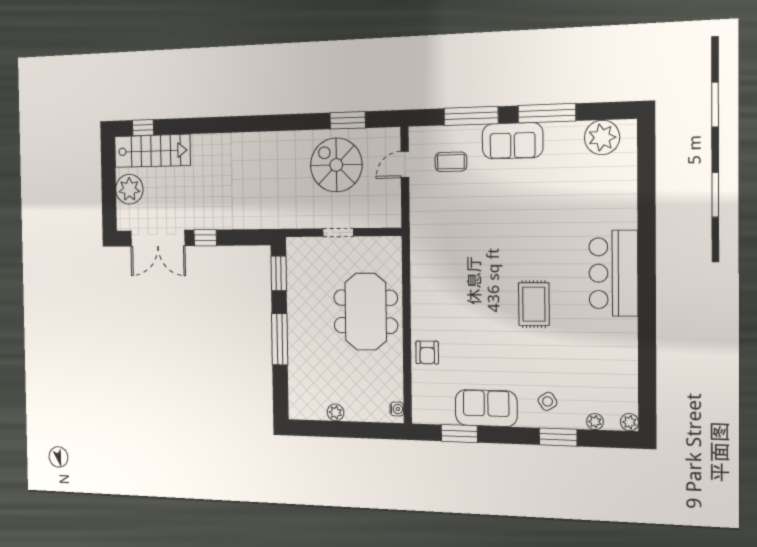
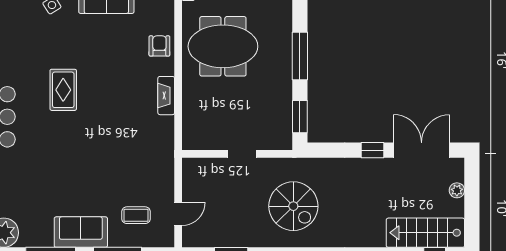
spiral stairs: (336, 165) -> (293, 206), moved
plant: (129, 189) -> (457, 190), width x0.53, depth x0.53
fireplace: (419, 297) -> (166, 96), added
meeting table: (366, 312) -> (223, 46), moved, turned 90

